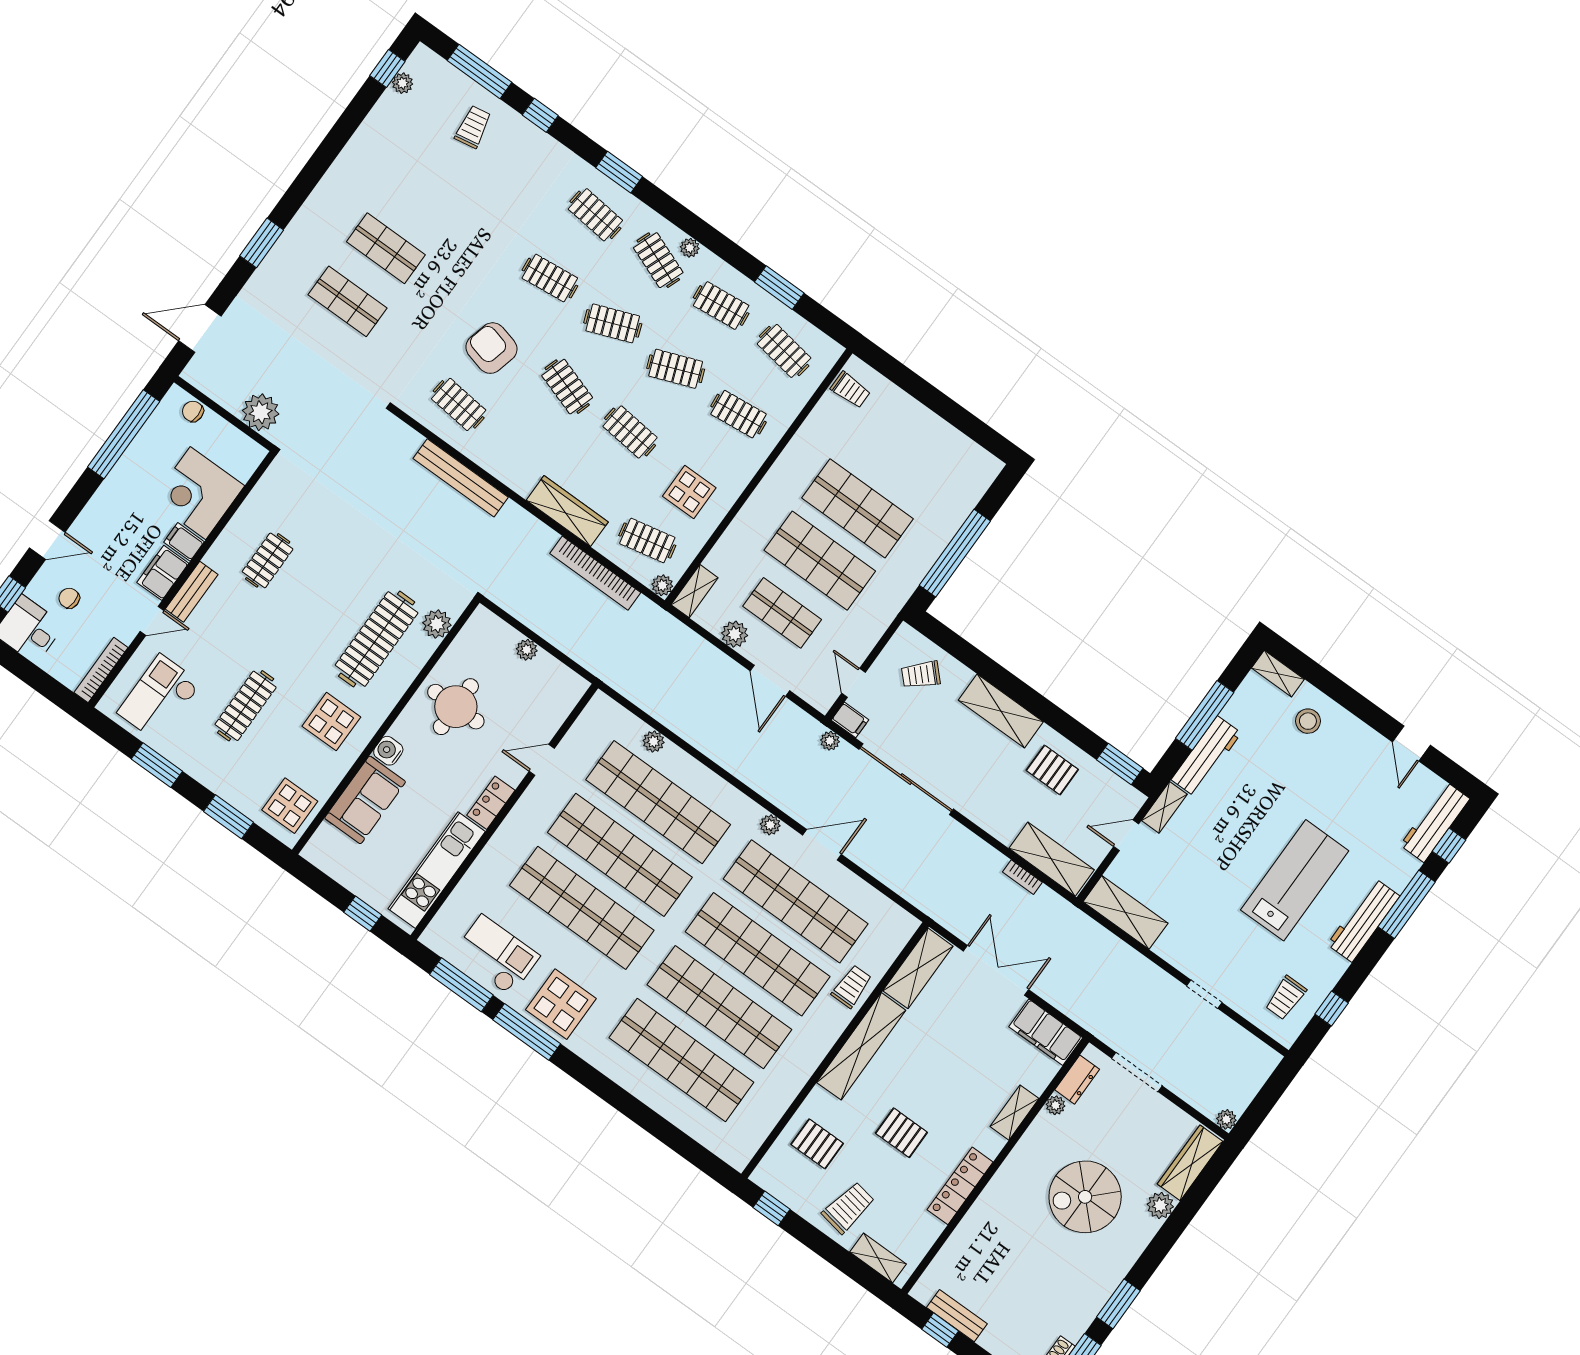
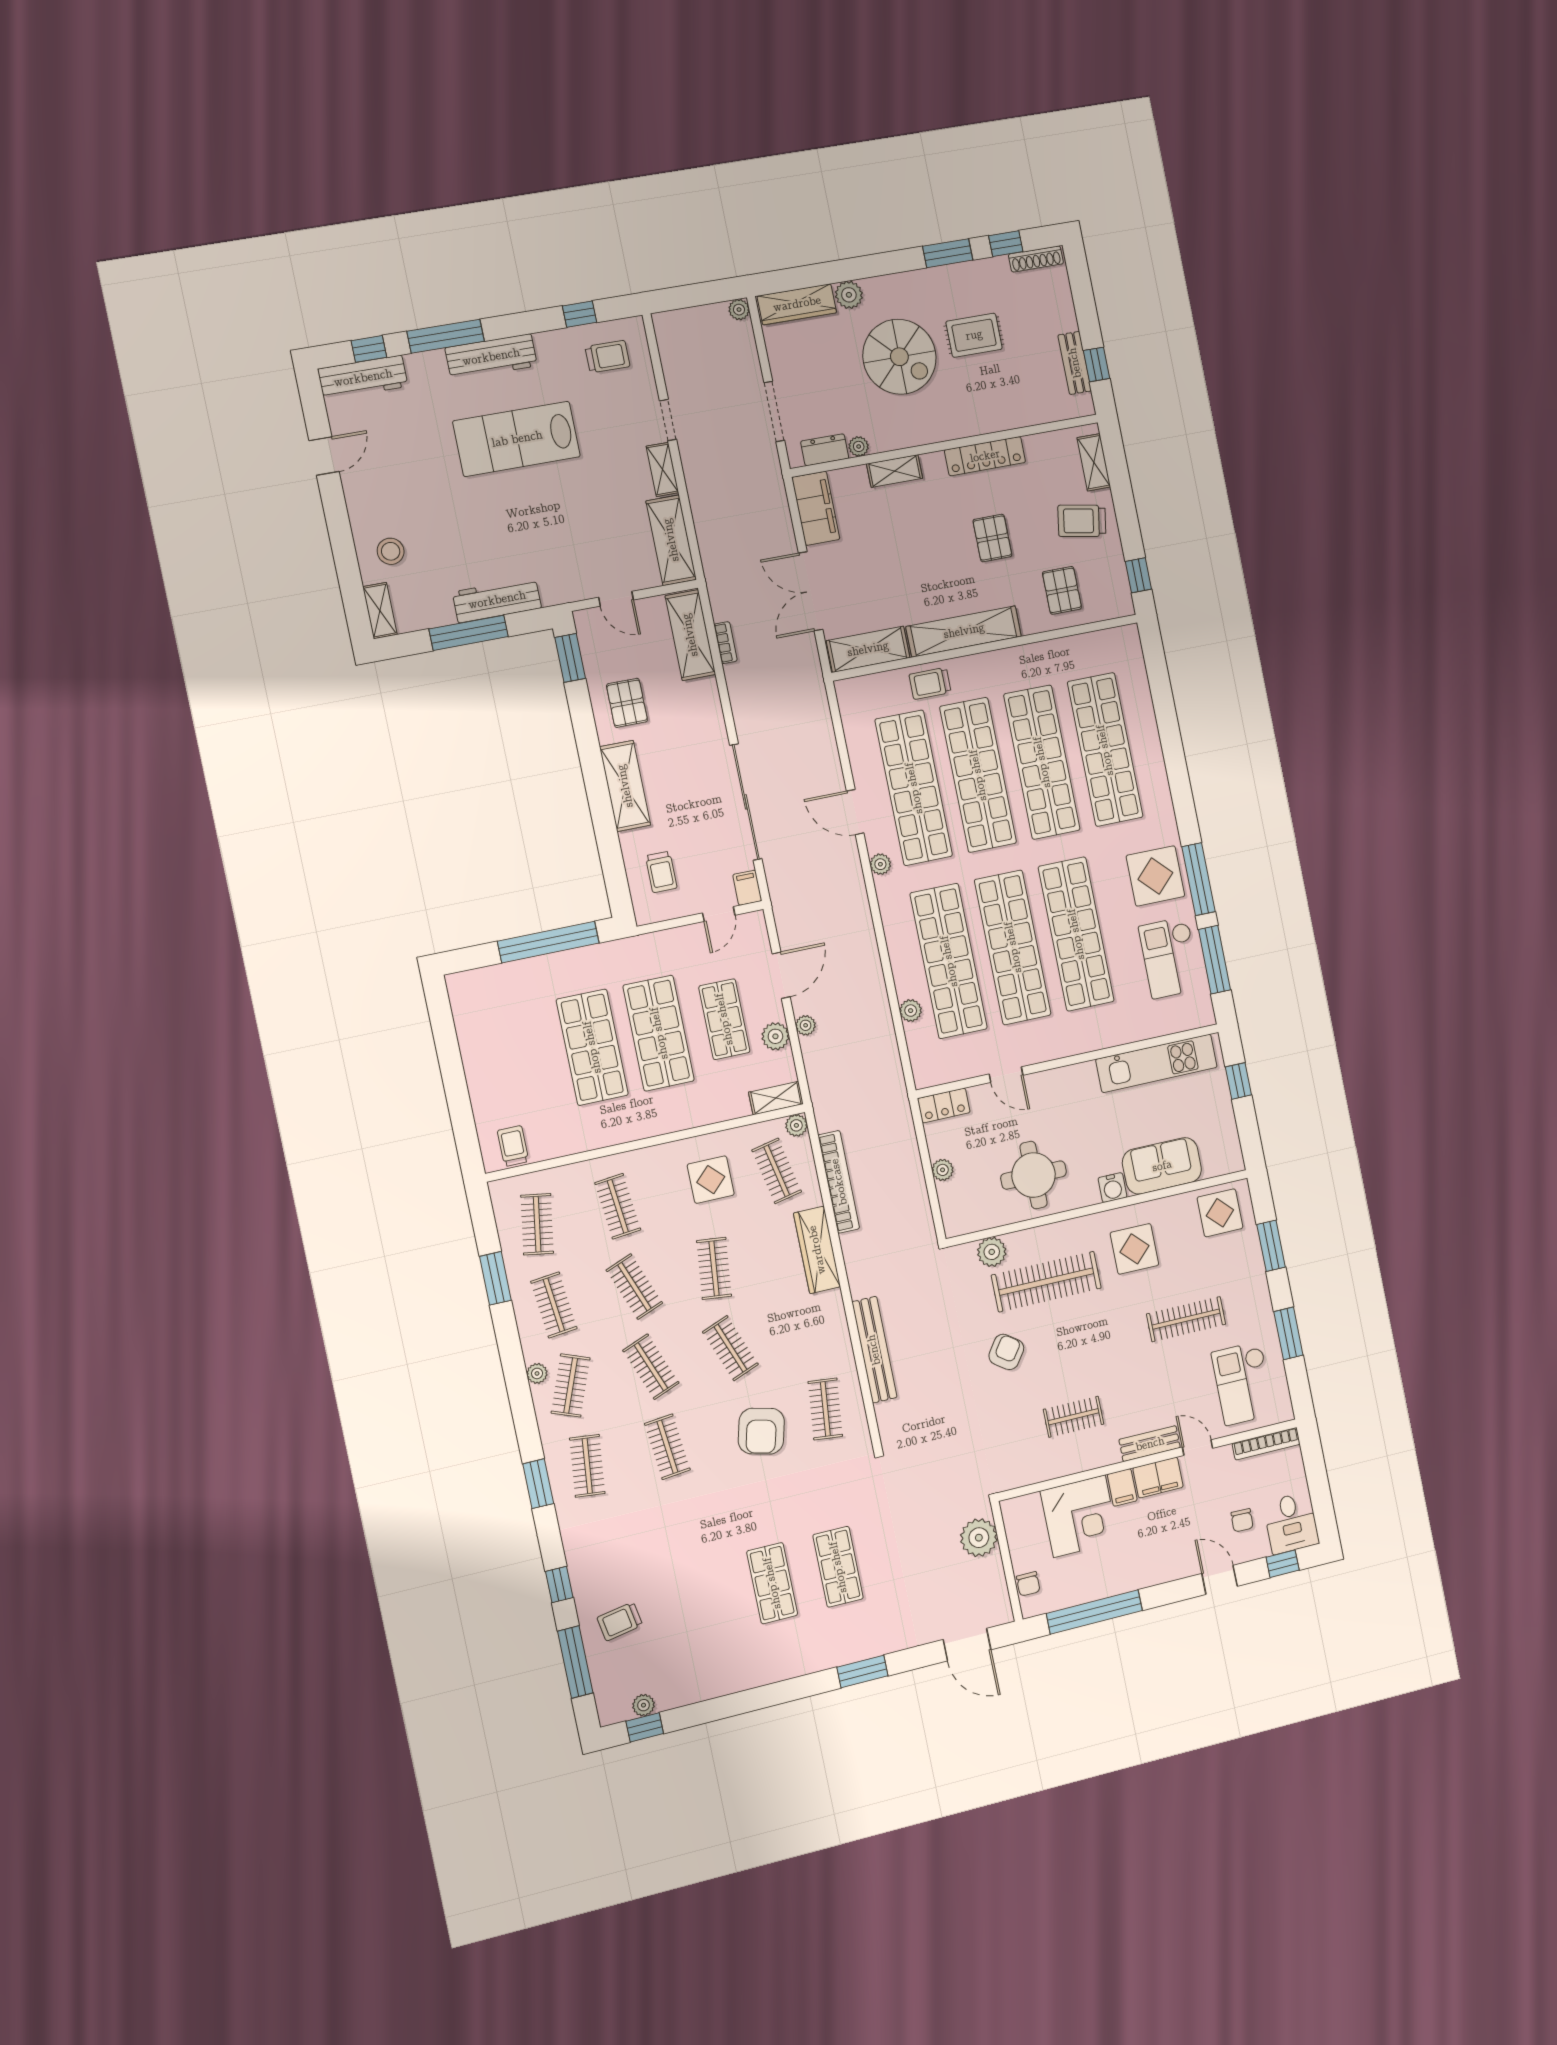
clothes rail: (567, 387) -> (730, 1348), turned -39
armchair: (361, 562) -> (1006, 1352), added
trolley: (921, 675) -> (661, 872), turned 44
checkout: (159, 698) -> (1243, 1383), turned 90
plant: (830, 741) -> (806, 1025), moved
locker: (491, 803) -> (944, 1105), moved
shelving: (1164, 807) -> (662, 469), moved, turned 90
rug: (1047, 1264) -> (974, 335), added

